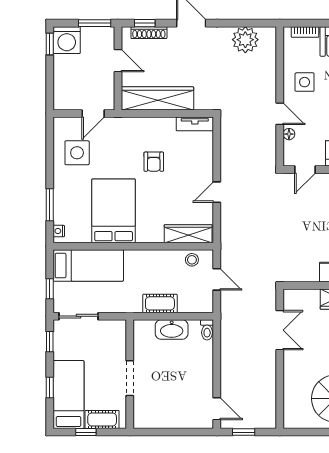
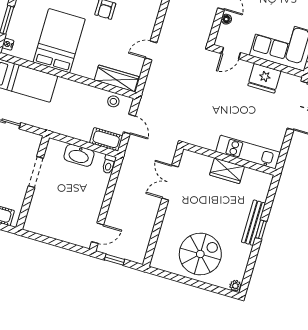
cot: (160, 303) -> (106, 139), moved
double door: (280, 330) -> (170, 183), swing flipped
doorway: (130, 378) -> (36, 172), moved
door: (217, 409) -> (98, 233), hinge flipped

